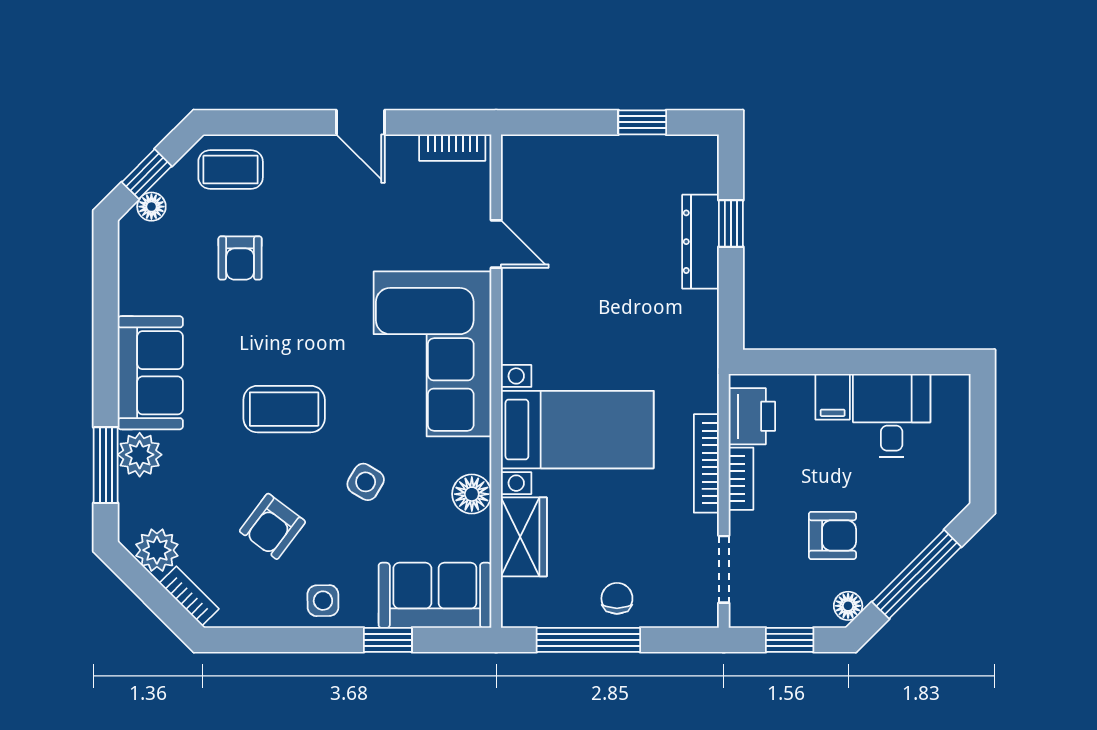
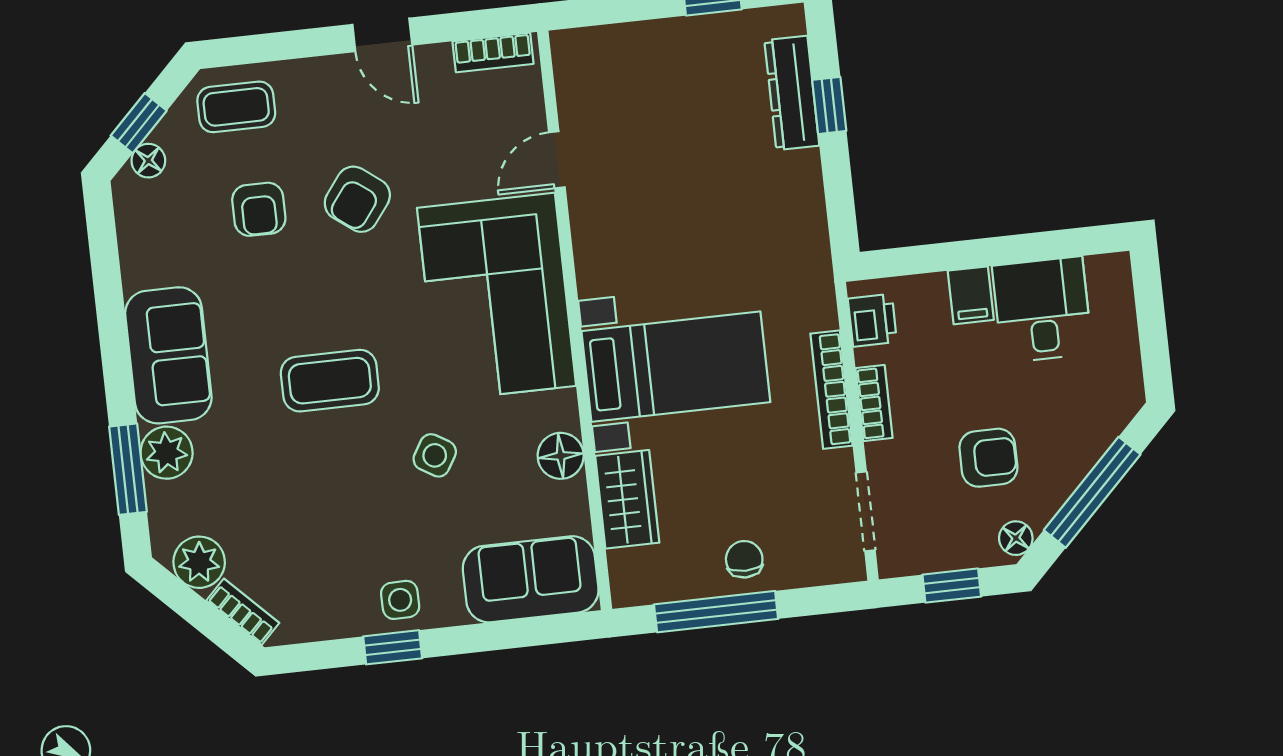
dresser: (701, 242) -> (792, 93), moved
door: (496, 244) -> (557, 160), swing flipped
printer: (752, 416) -> (872, 320), width x0.73, depth x0.81
armchair: (272, 526) -> (357, 199), moved
window: (388, 640) -> (393, 647), moved

